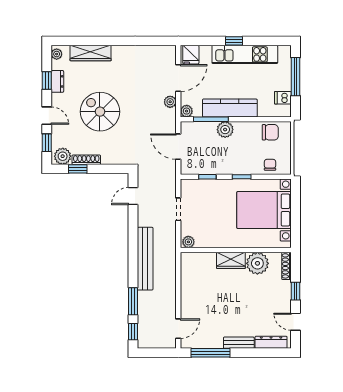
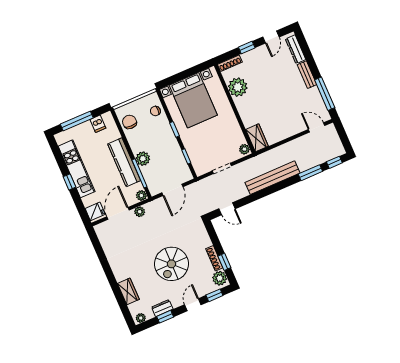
wardrobe: (91, 53) -> (128, 291), width x0.67
door: (178, 78) -> (118, 213), hinge flipped
wardrobe: (231, 260) -> (257, 138), moved

